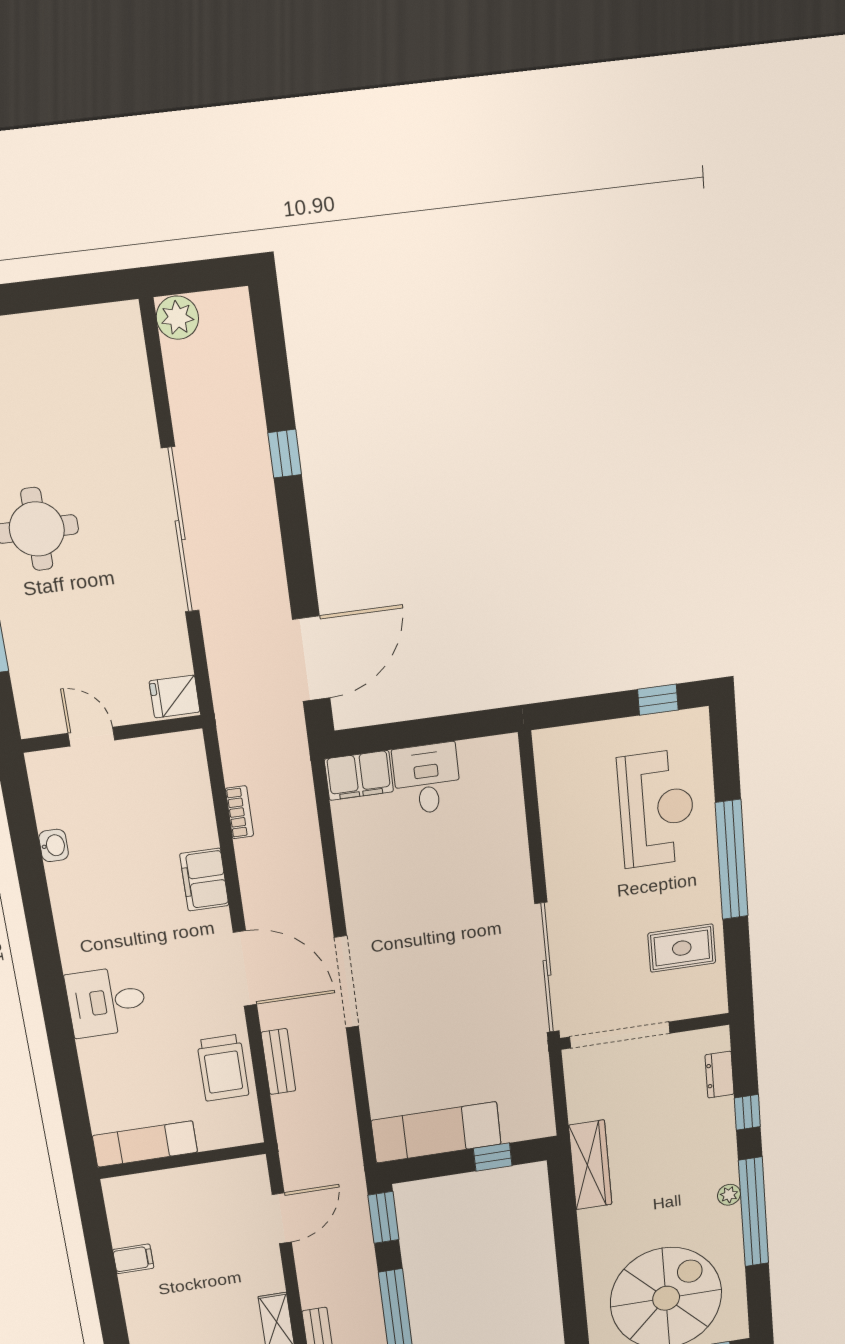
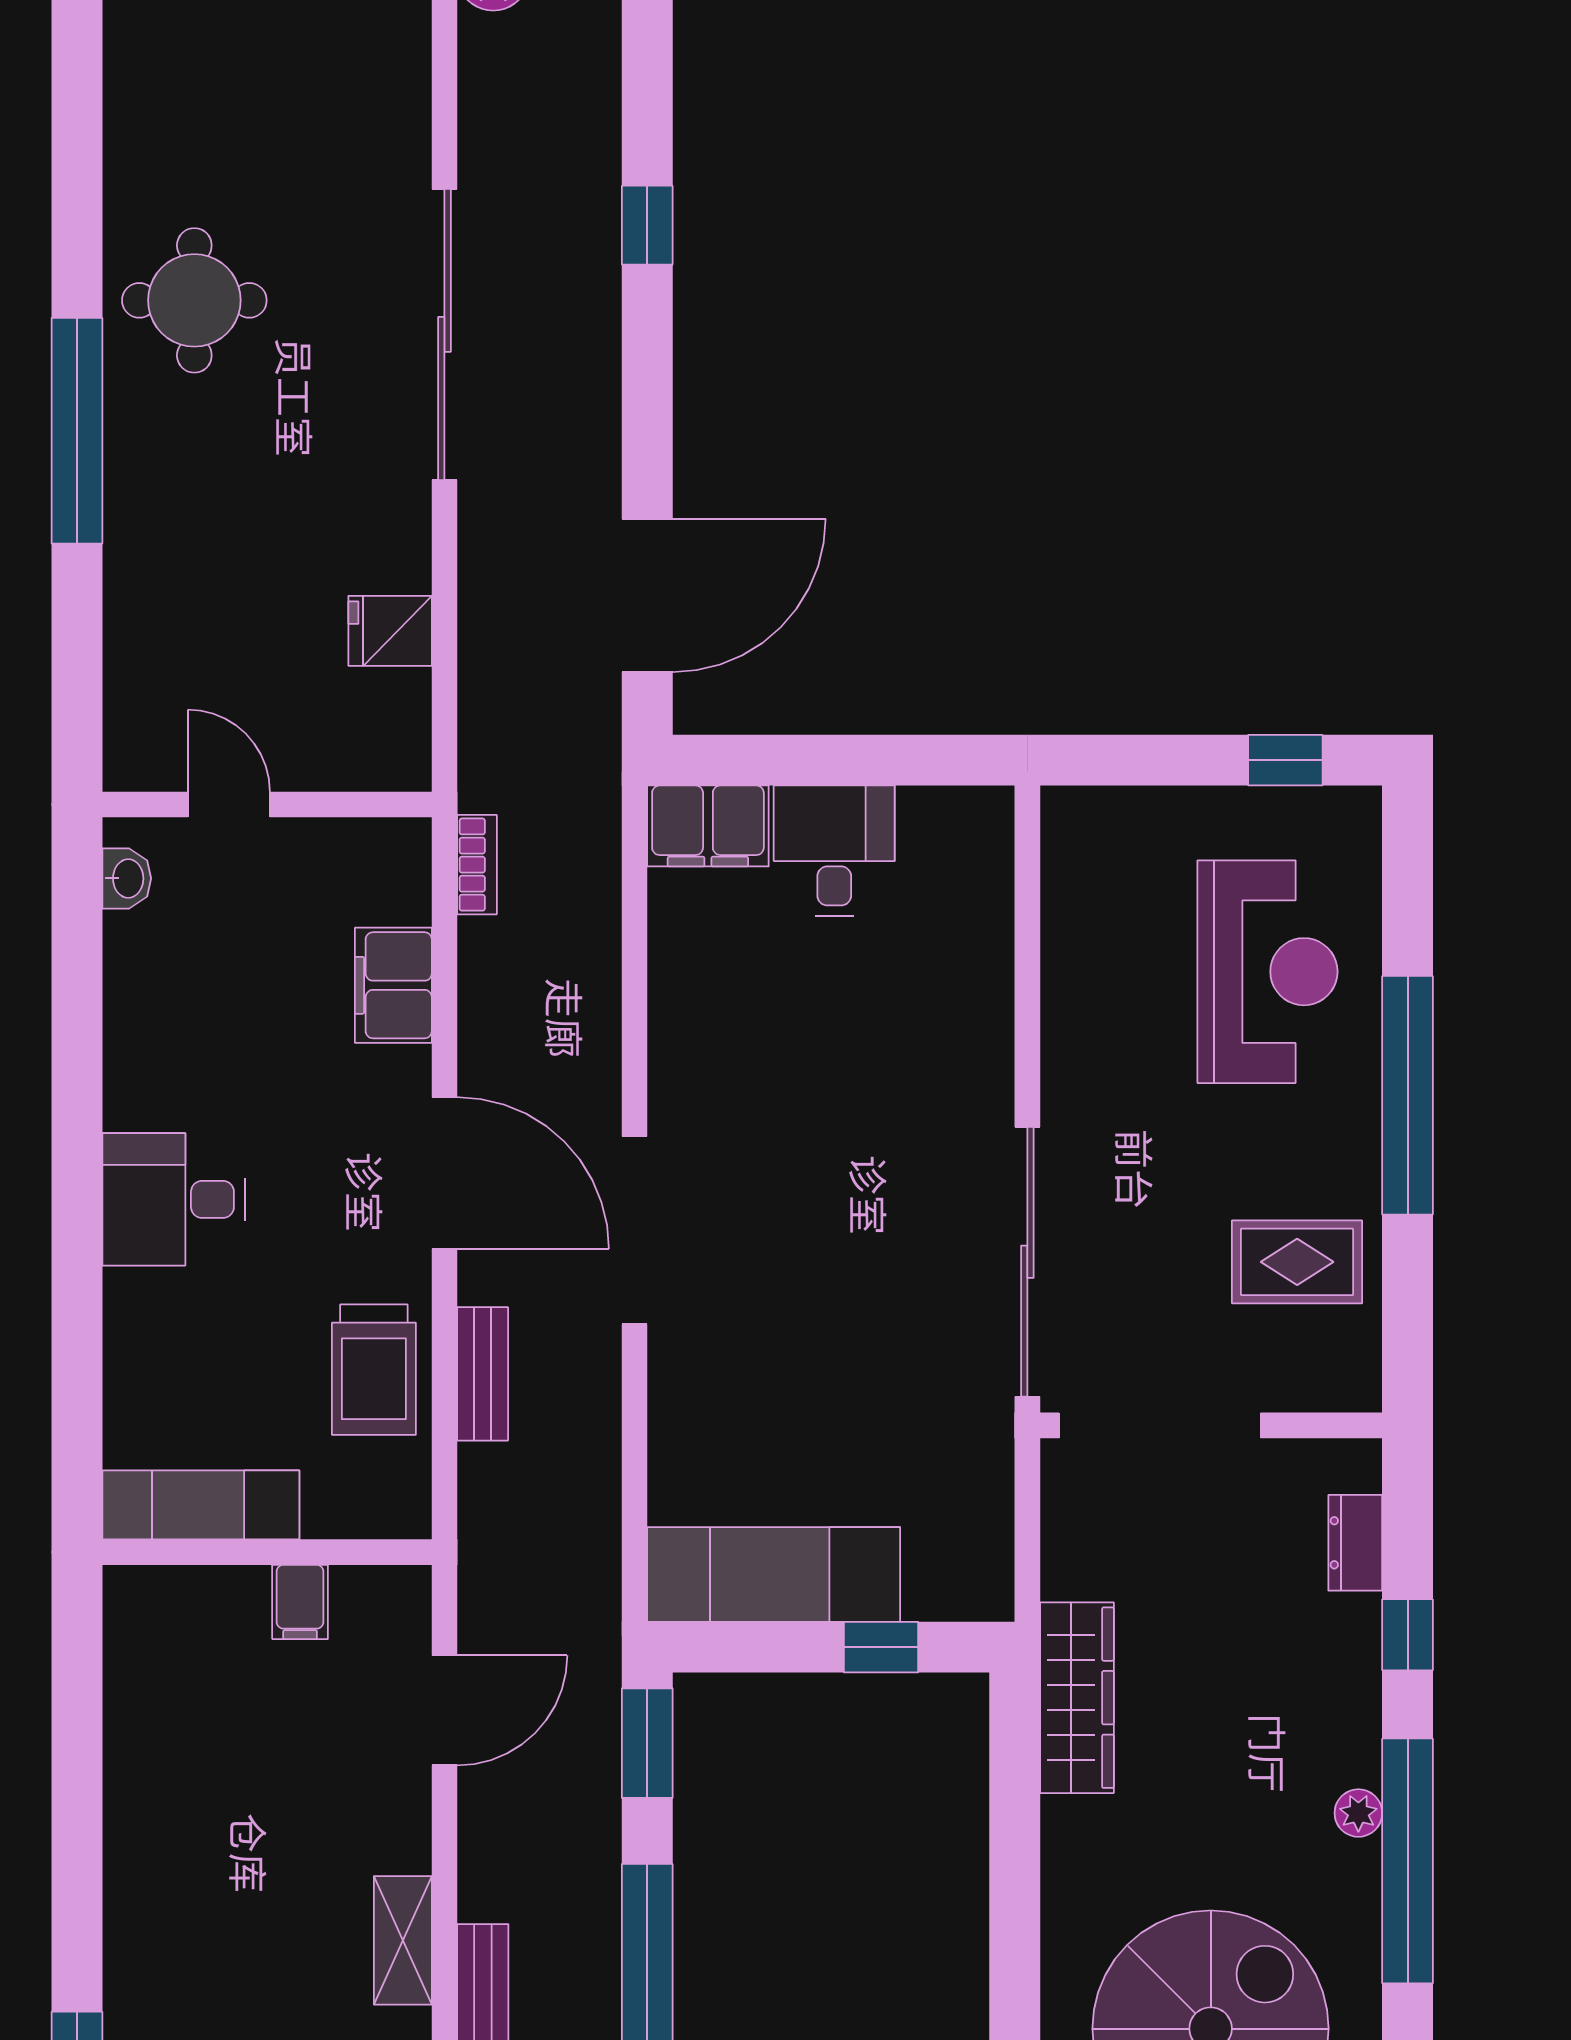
wall: (112, 734) -> (267, 804), moved
door: (91, 737) -> (229, 804), moved
filing cabinet: (133, 1259) -> (300, 1602), moved, turned 90

